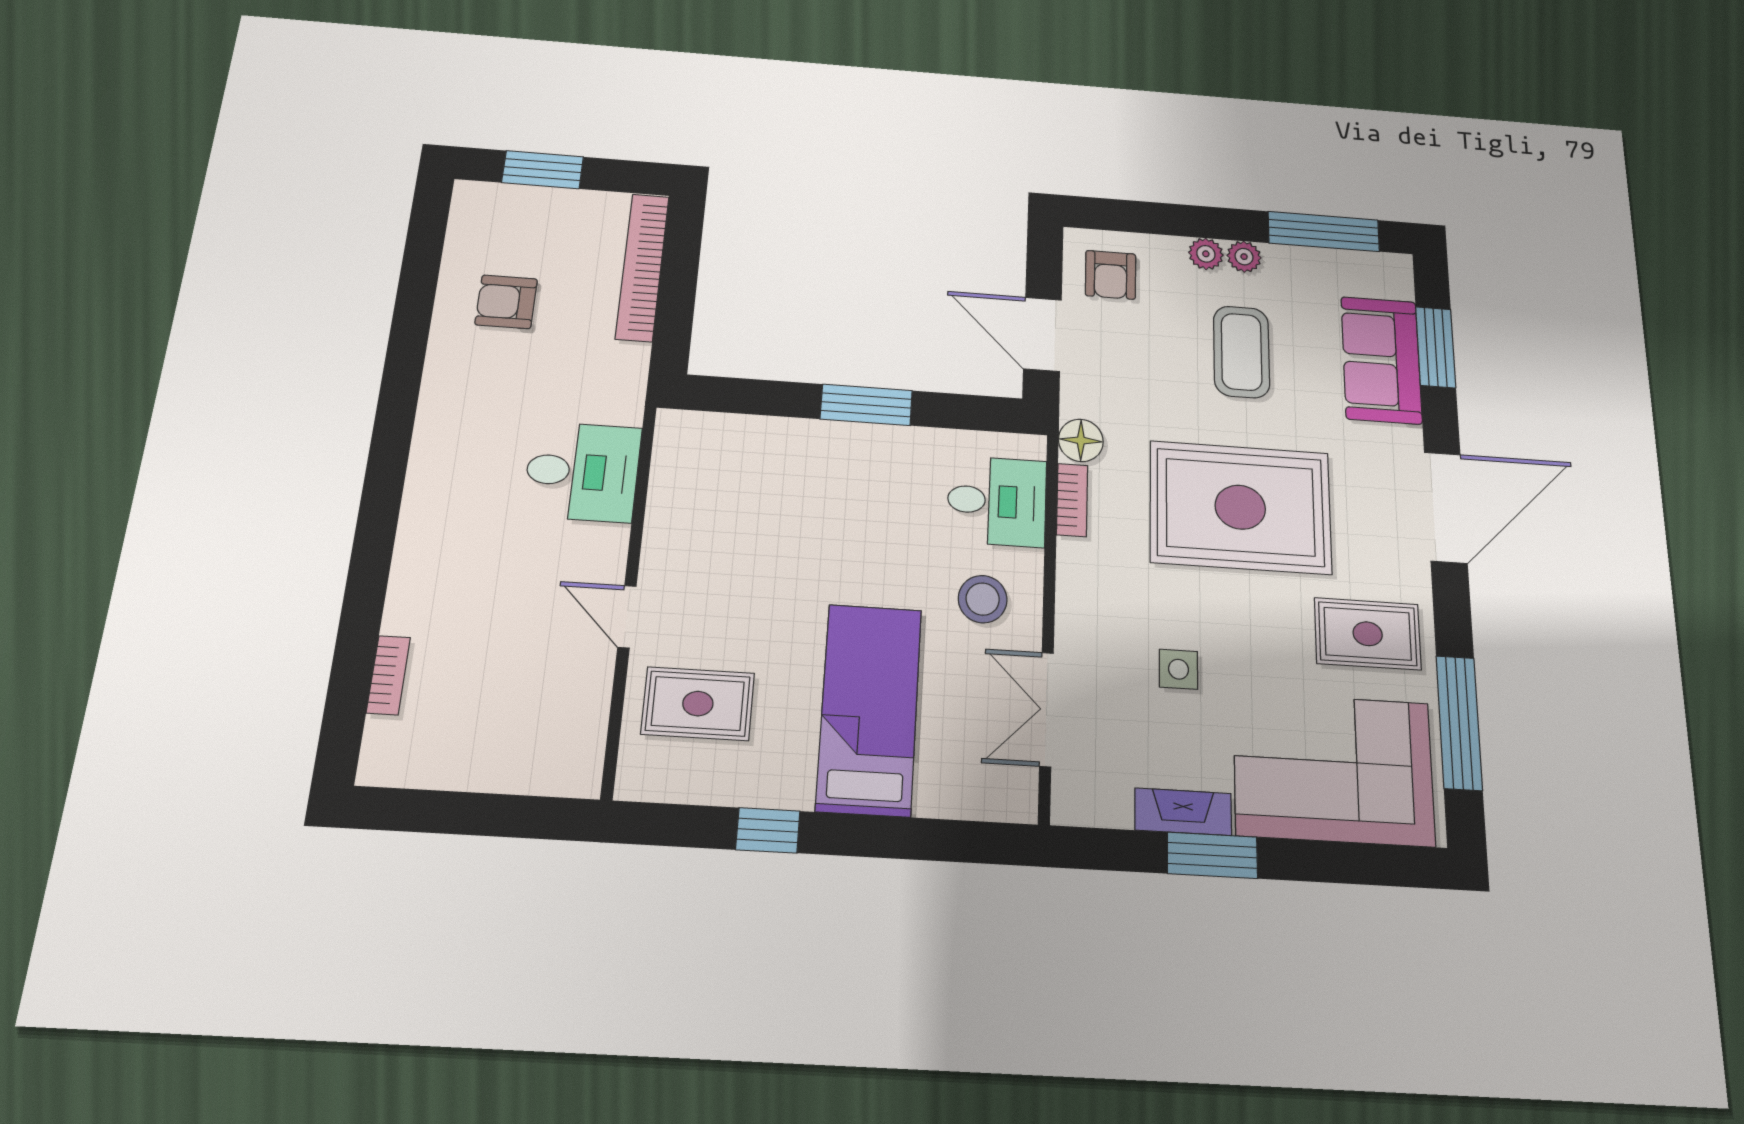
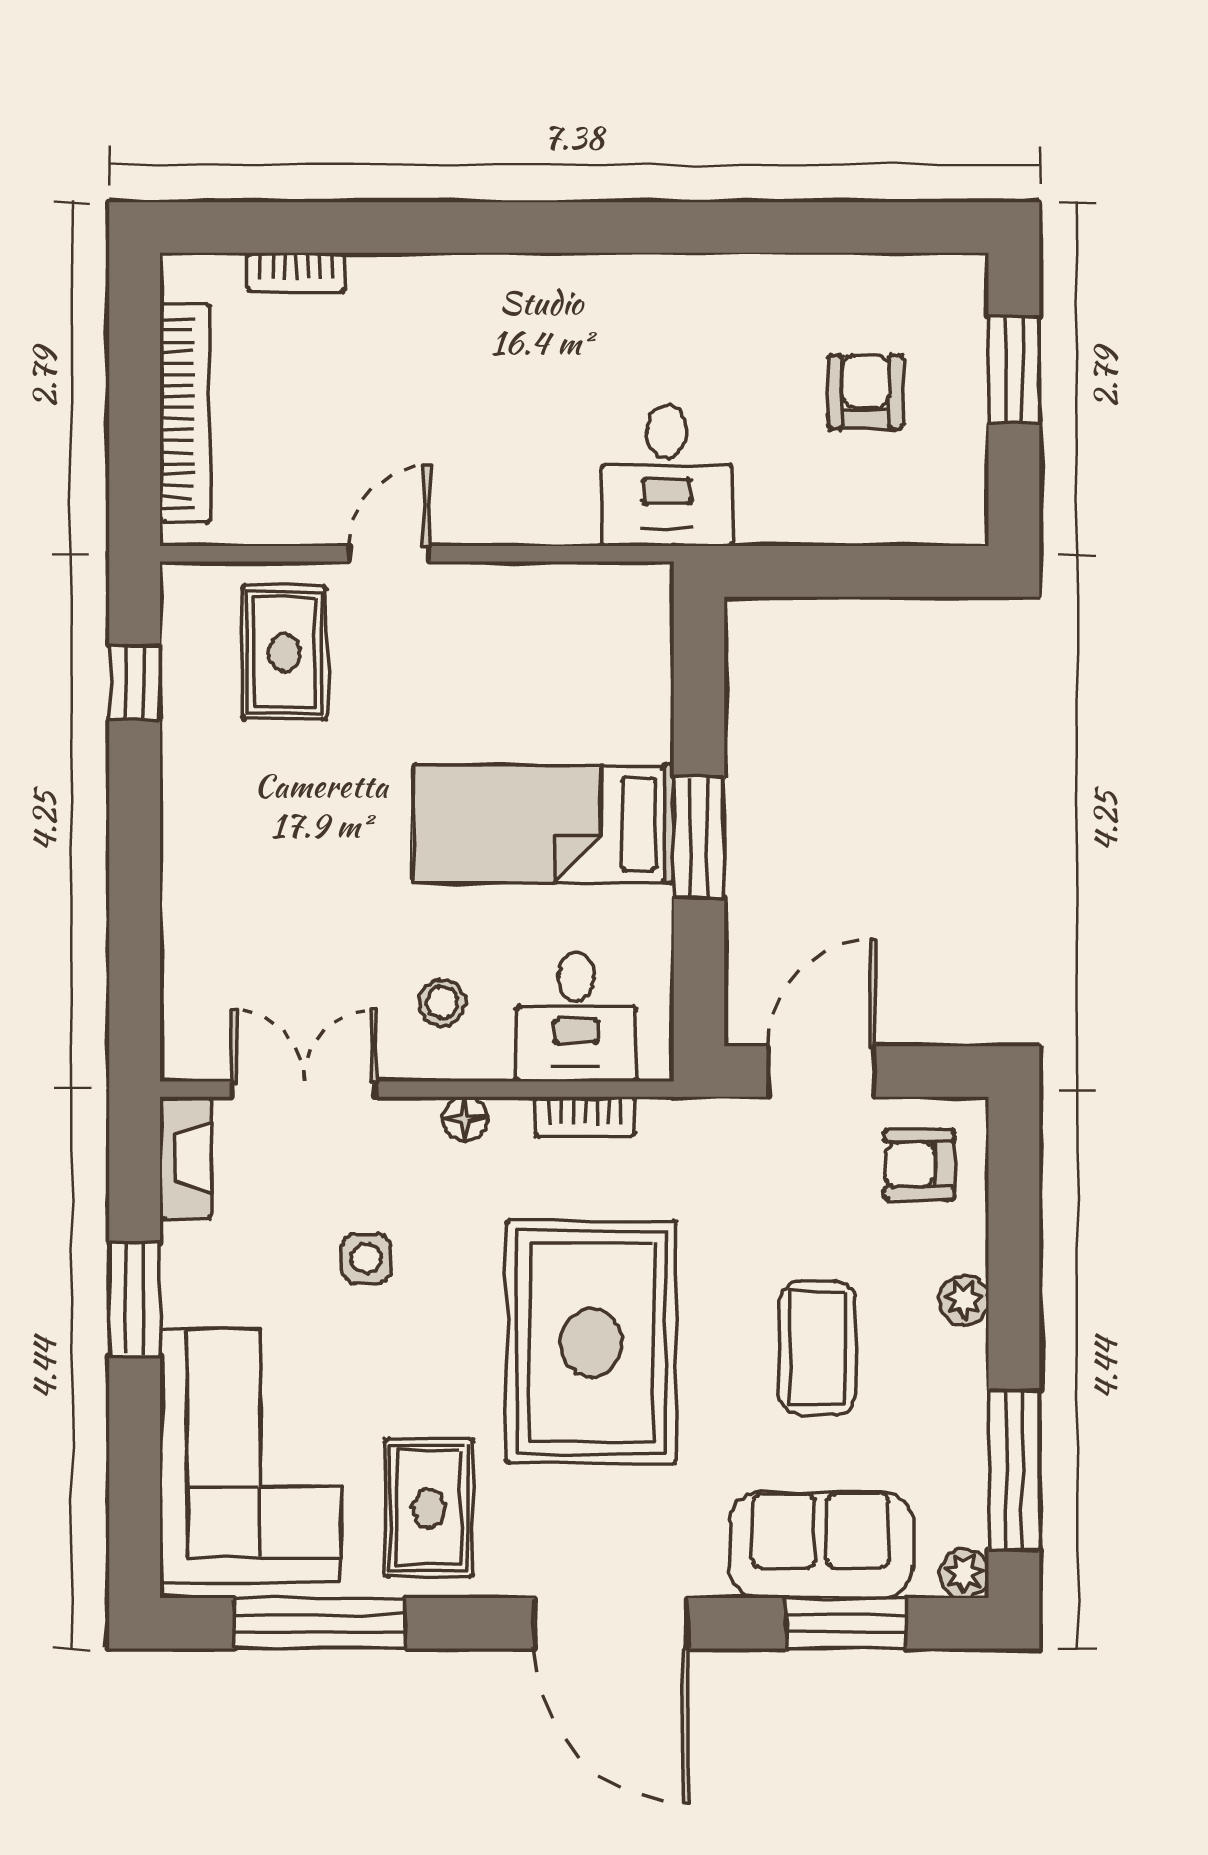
plant: (1244, 257) -> (964, 1573), moved
bookcase: (642, 267) -> (185, 413), moved, turned 90
armchair: (506, 302) -> (865, 392), moved
coffee table: (1241, 352) -> (817, 1348), turned 90
floor lamp: (1081, 440) -> (465, 1119), moved, width x0.73, depth x0.73
desk: (582, 472) -> (667, 476), moved
stool: (983, 599) -> (442, 1003), width x0.73, depth x0.73
bed: (869, 709) -> (543, 824), moved, turned 180
fireplace: (1183, 812) -> (186, 1157), moved
window: (768, 830) -> (135, 682), moved

